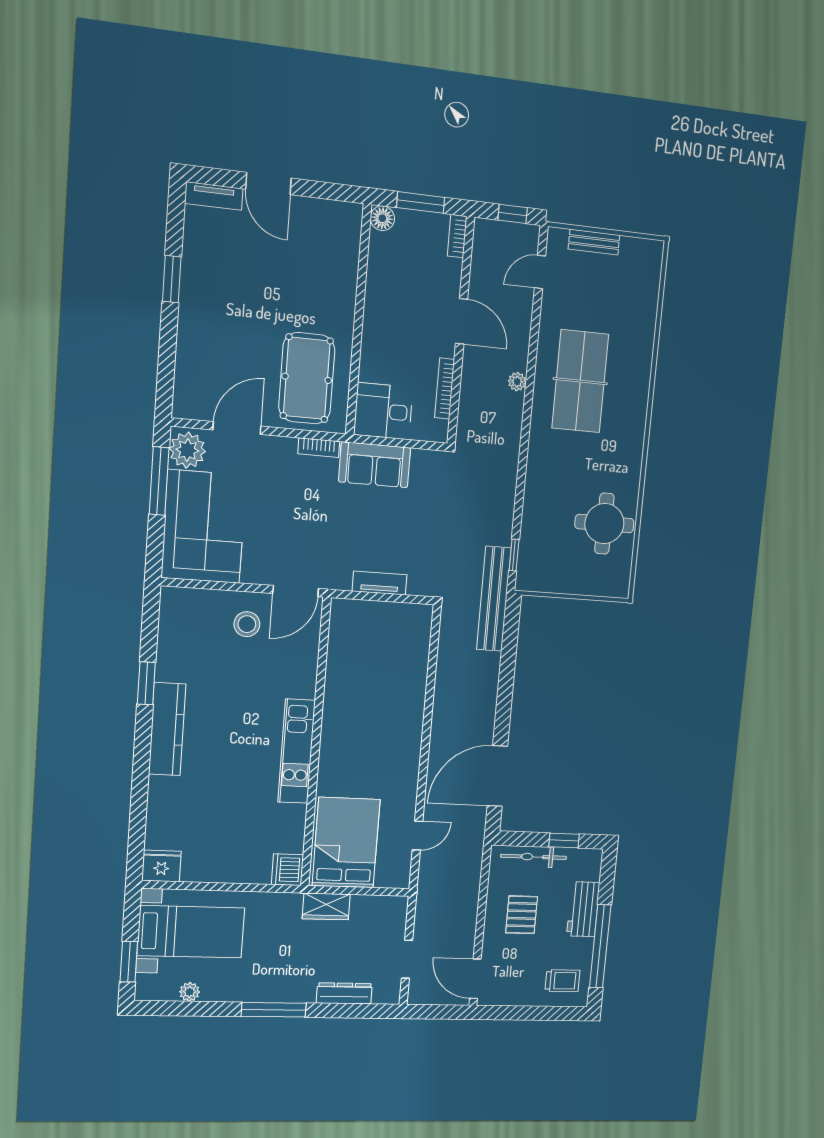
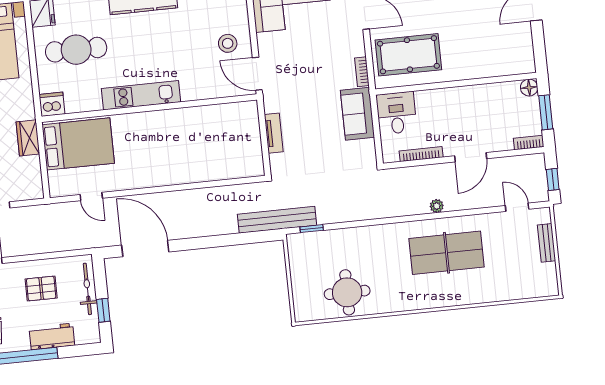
cafe table: (220, 828) -> (76, 50), added

